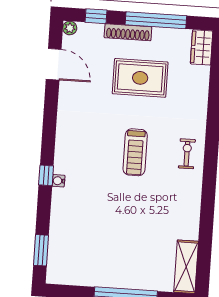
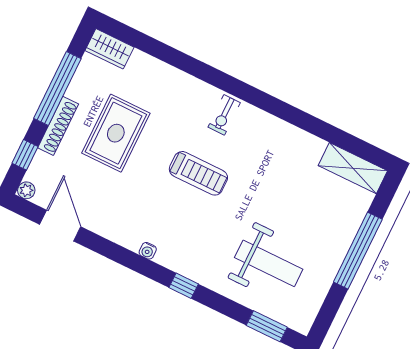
door: (54, 64) -> (60, 226), hinge flipped
exercise bike: (187, 154) -> (224, 115), turned -90
water cooler: (58, 181) -> (148, 251), moved
weight bench: (89, 233) -> (269, 263), added

